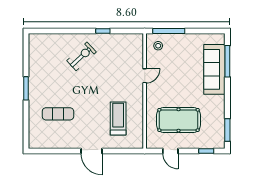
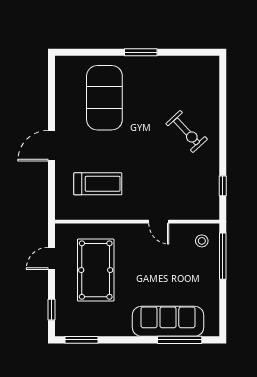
window: (103, 31) -> (223, 186), moved
exercise mat: (58, 114) -> (104, 98), width x2.00, depth x1.45

